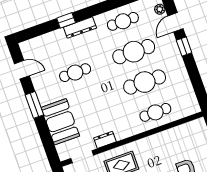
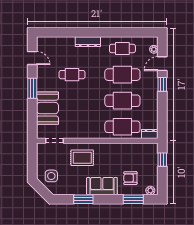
window: (66, 20) -> (79, 32), removed
cafe table: (155, 112) -> (122, 127), width x1.37, depth x1.35
dresser: (105, 140) -> (150, 134), moved

